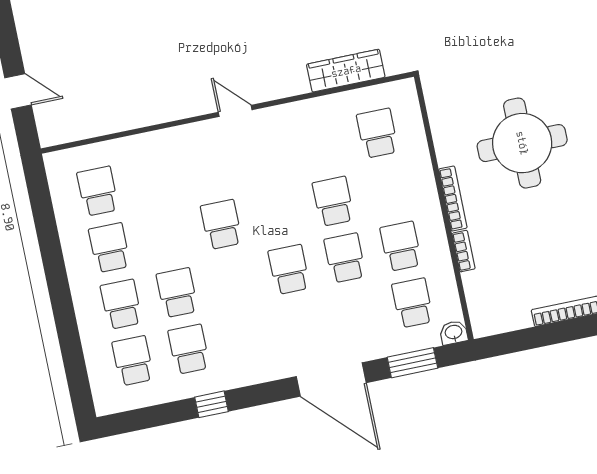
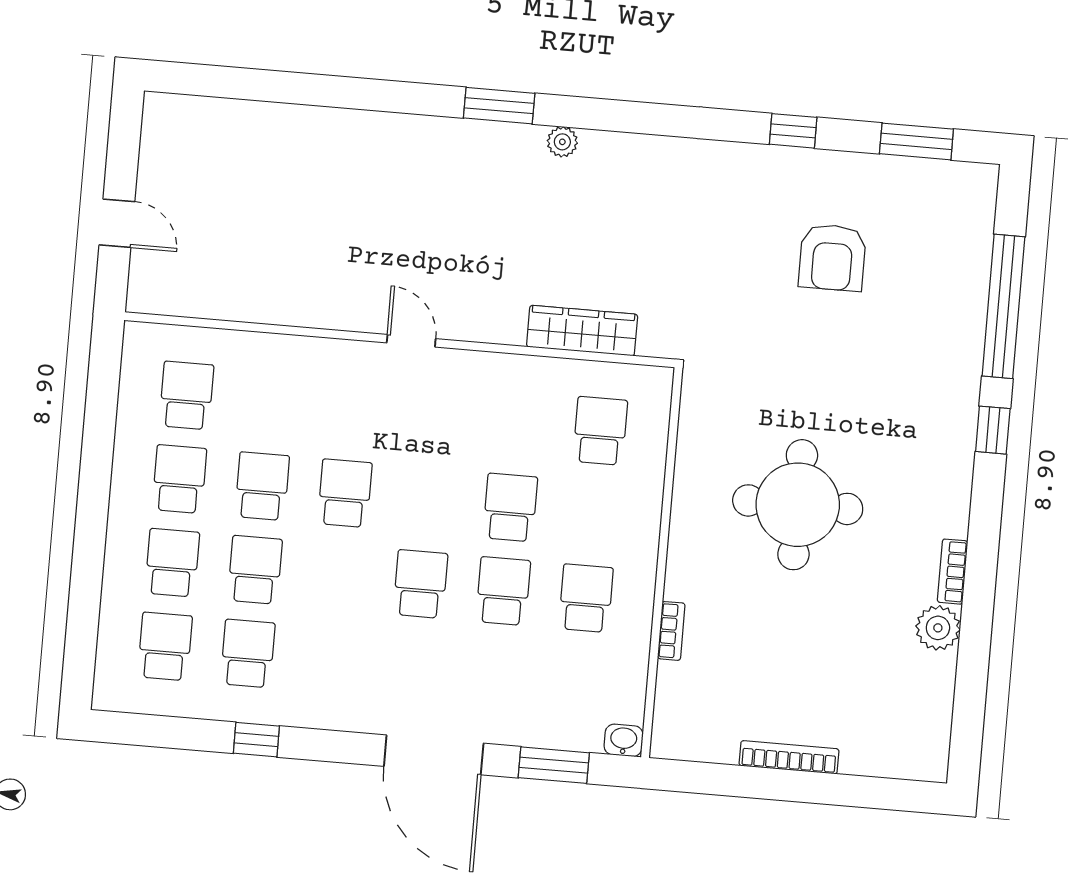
bookcase: (453, 198) -> (678, 553), removed
school desk: (413, 303) -> (262, 486), moved

